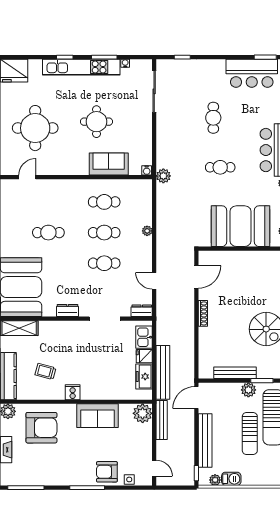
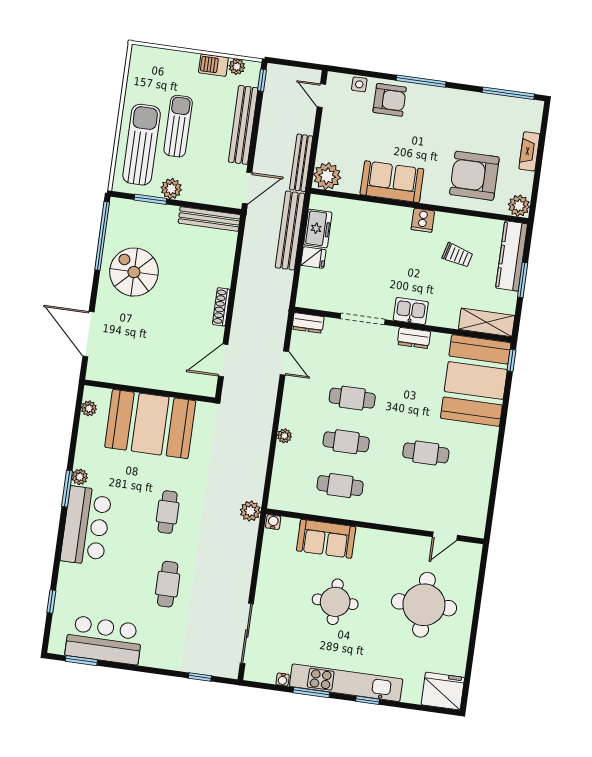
cafe table: (220, 167) -> (168, 512), turned 90
kitchen sink: (144, 337) -> (411, 311), moved, turned -90
bench: (235, 373) -> (209, 219), moved

